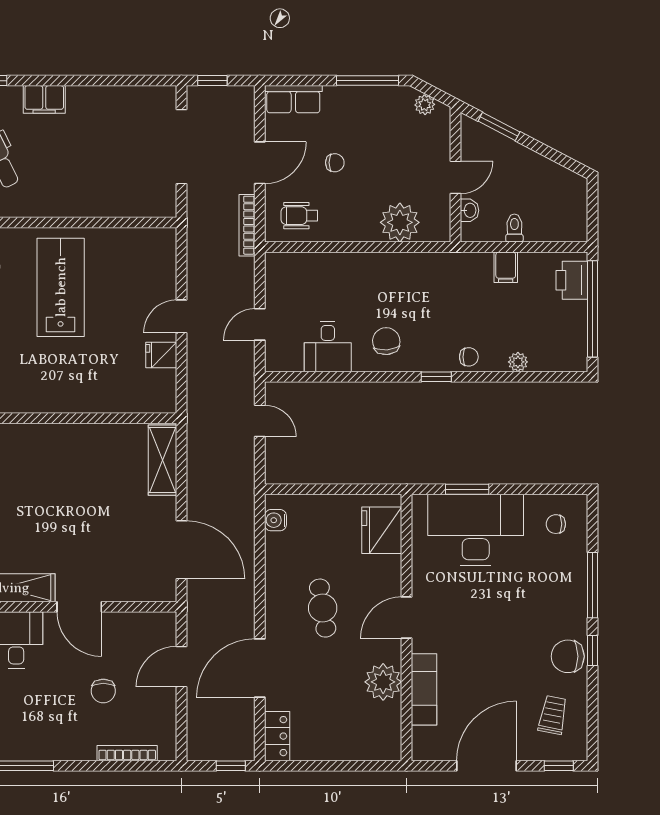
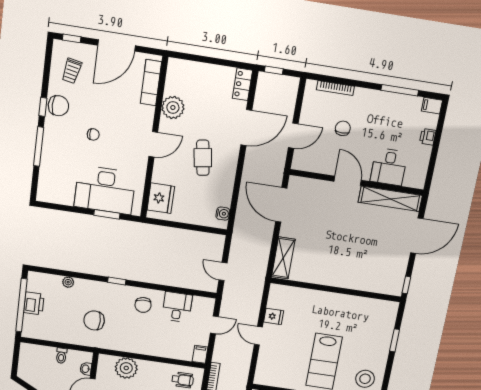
filing cabinet: (506, 267) -> (200, 354), moved
printer: (572, 280) -> (34, 303), moved
door: (181, 316) -> (258, 336), swing flipped
chair: (469, 357) -> (94, 320), moved, width x1.87, depth x1.87
chair: (556, 524) -> (93, 134), moved
exam couch: (424, 689) -> (151, 83), moved

